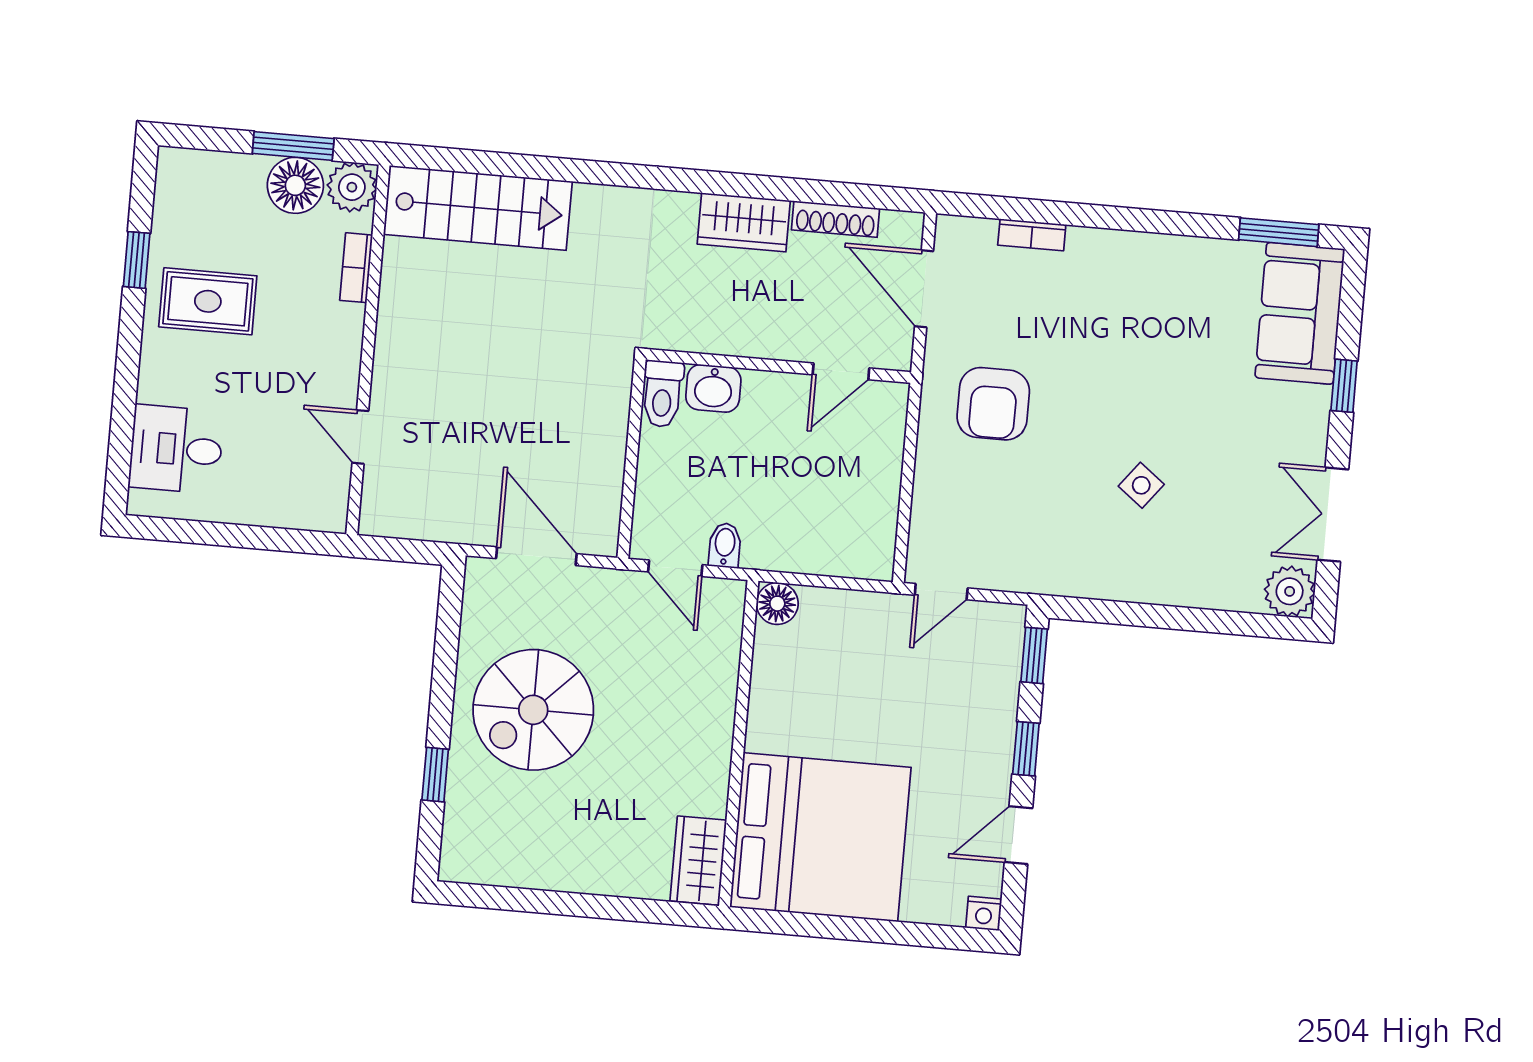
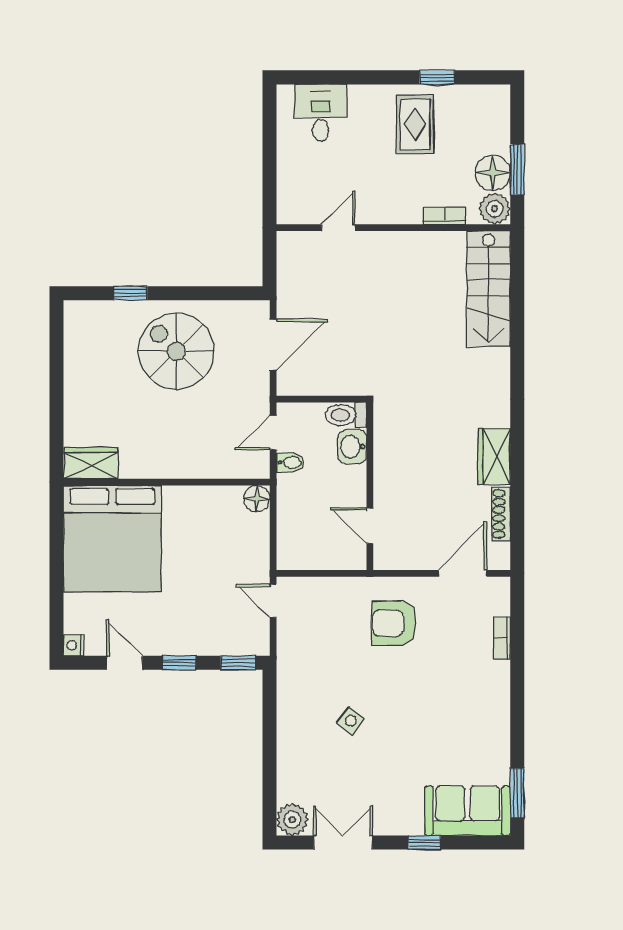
wall: (778, 366) -> (370, 486), moved
door: (841, 371) -> (370, 526), moved
washbasin: (713, 388) -> (352, 447), moved
toilet: (662, 394) -> (346, 415), moved

